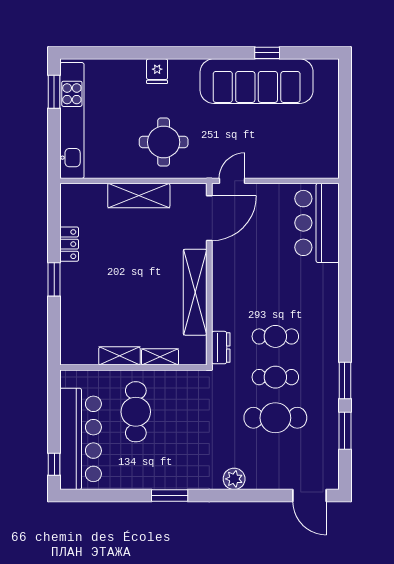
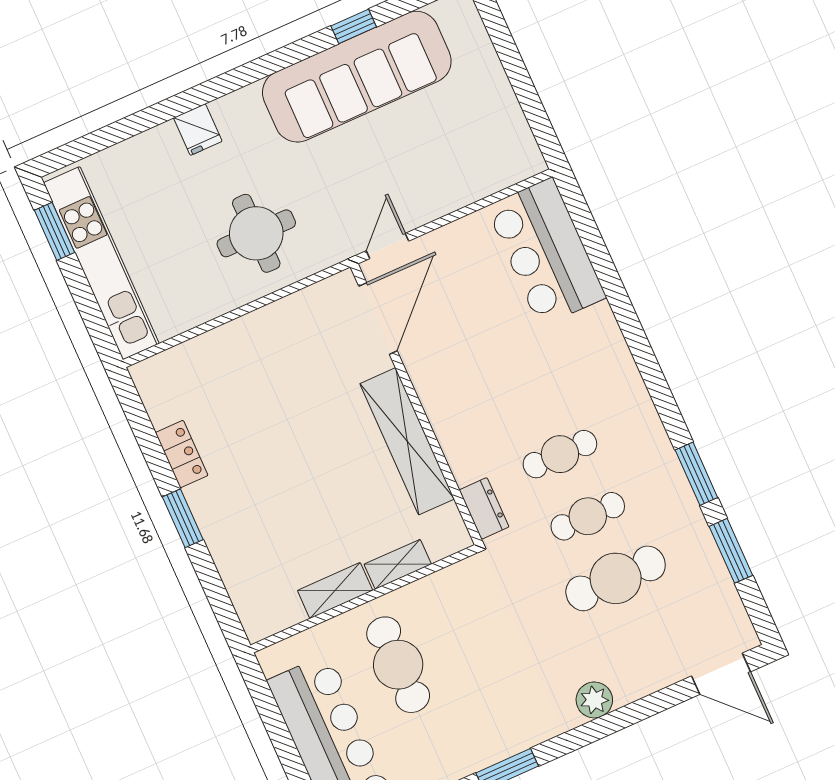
shelving: (139, 196) -> (255, 332), removed

